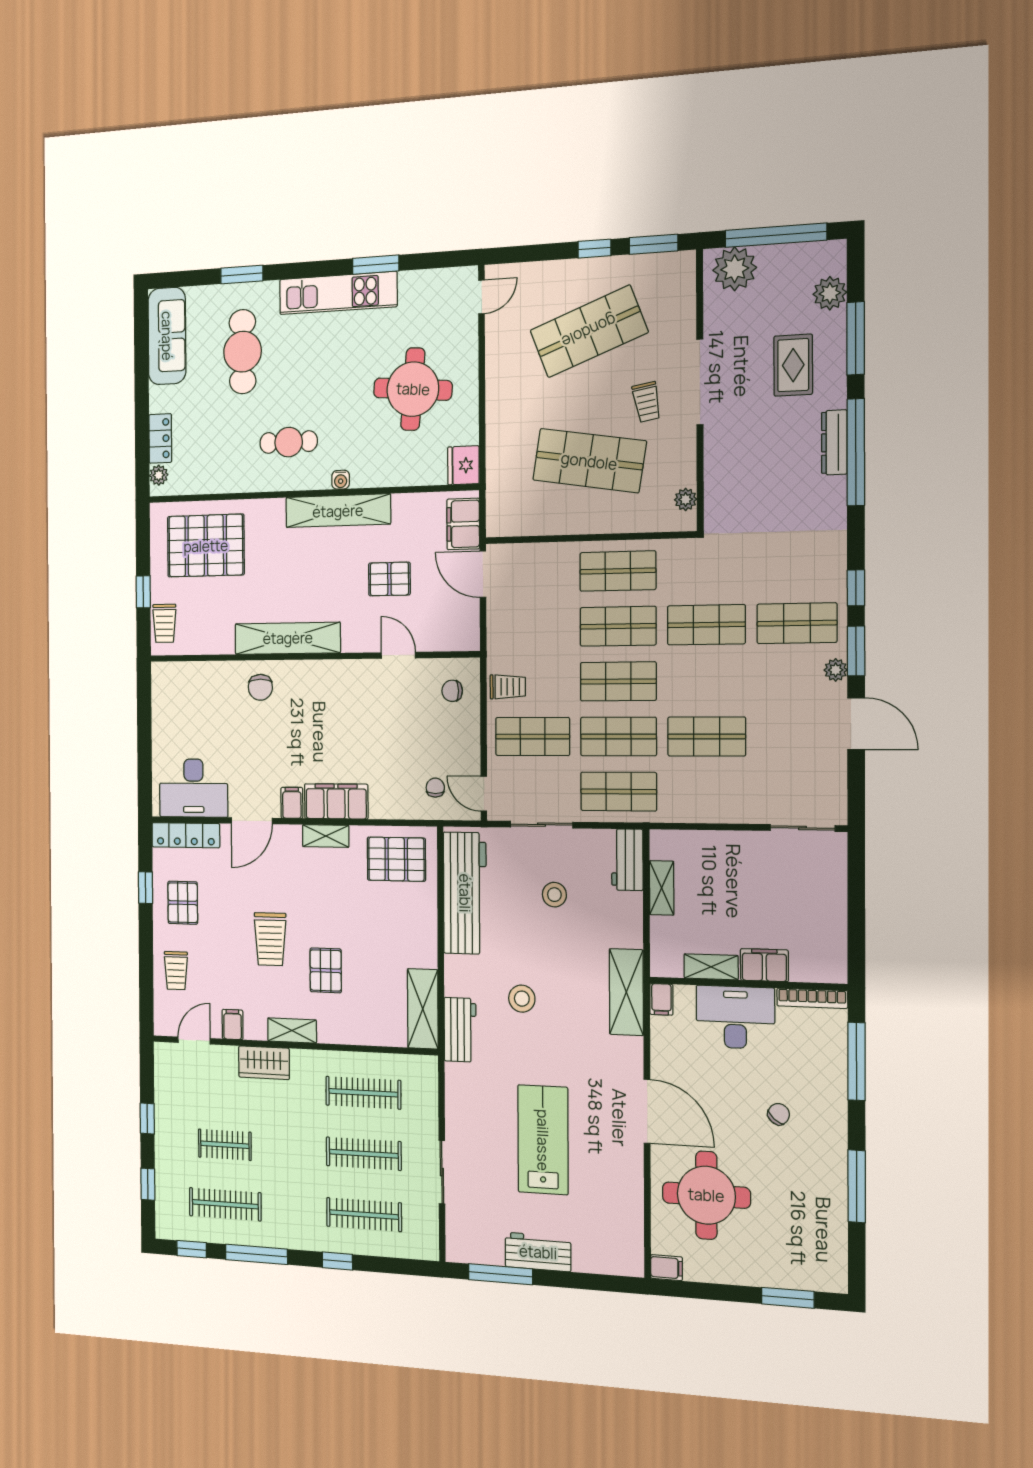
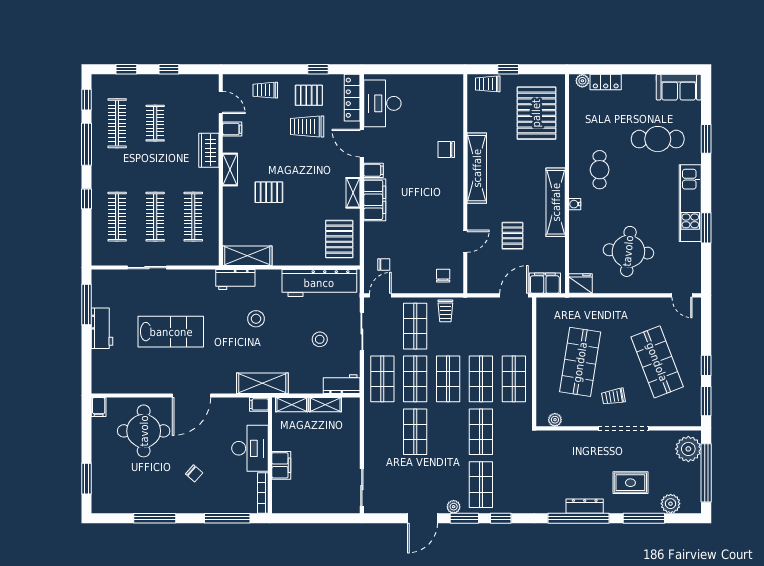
sofa: (167, 336) -> (679, 87), width x0.73
trolley: (270, 939) -> (307, 127), moved
shelving: (711, 967) -> (292, 405), moved, turned 90

